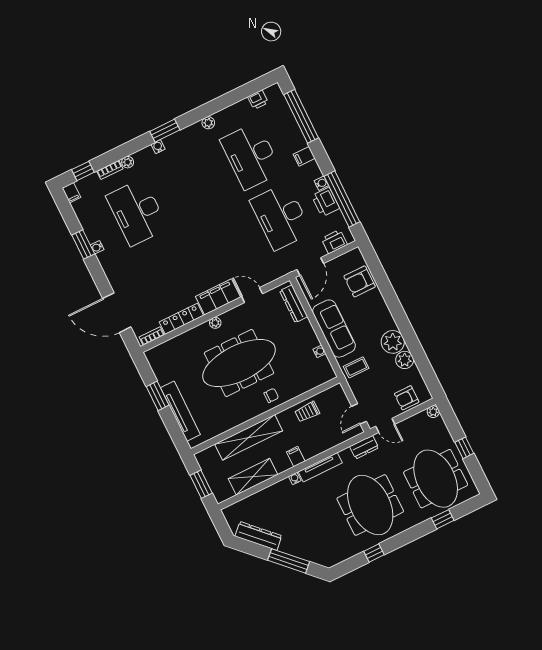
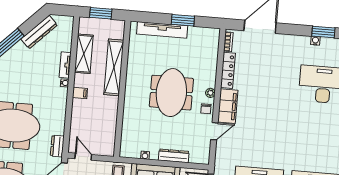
dresser: (294, 304) -> (174, 156), moved
meeting table: (239, 363) -> (171, 93), width x0.73
chair: (271, 395) -> (206, 109), moved
trolley: (307, 412) -> (107, 120), removed
tv unit: (320, 467) -> (65, 65), moved, width x0.71

